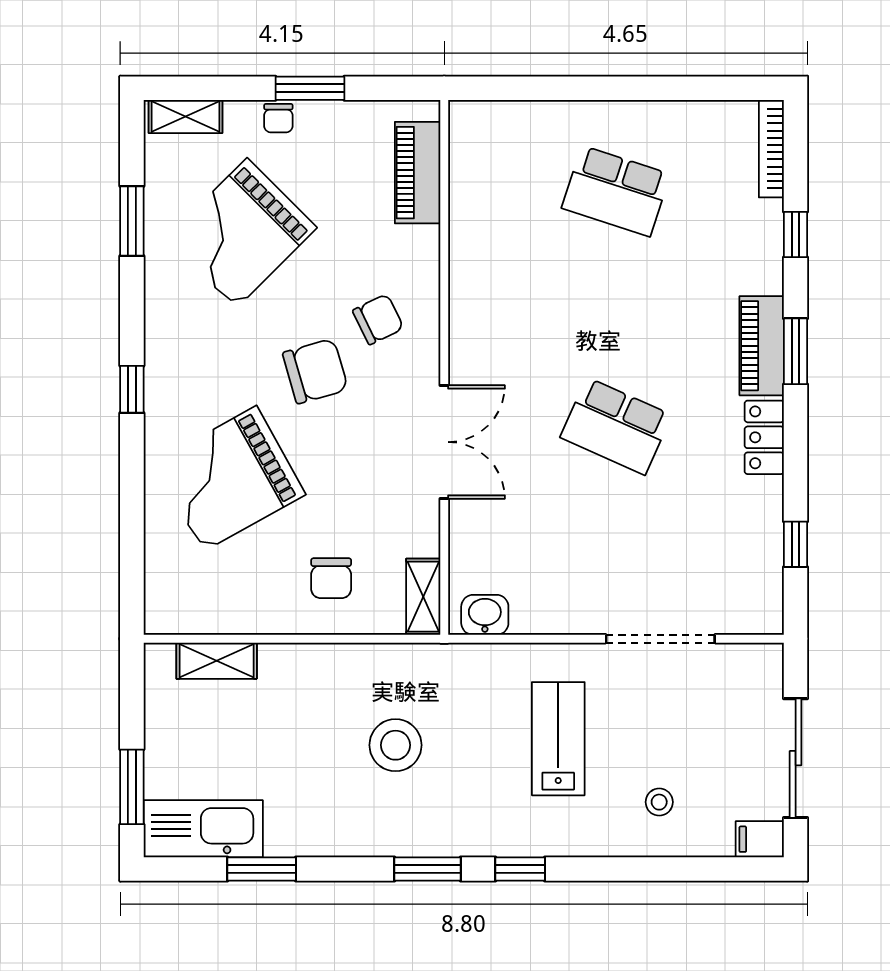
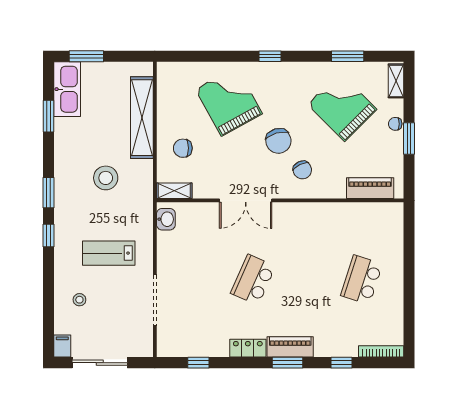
shelving: (217, 661) -> (142, 118), width x2.20, depth x1.33
lab bench: (558, 739) -> (109, 253), turned 180

